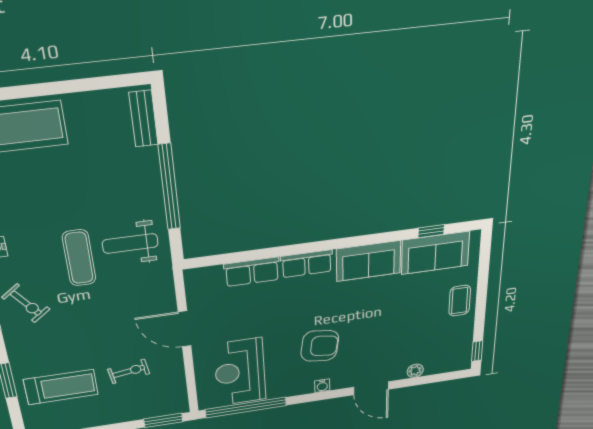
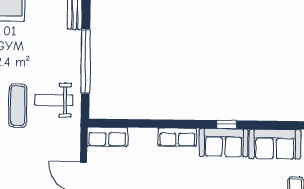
window: (431, 231) -> (227, 124), moved
row of seats: (252, 272) -> (107, 137), moved

